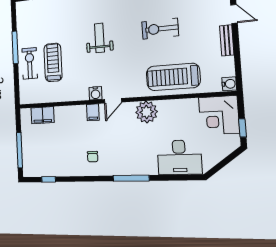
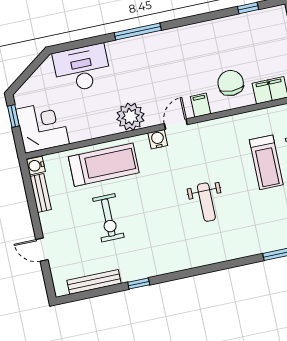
exercise bike: (160, 29) -> (108, 218), moved, turned 90
bench: (227, 40) -> (41, 193), moved
water cooler: (95, 93) -> (158, 139), moved
chair: (93, 157) -> (231, 83), moved, width x1.87, depth x1.87

